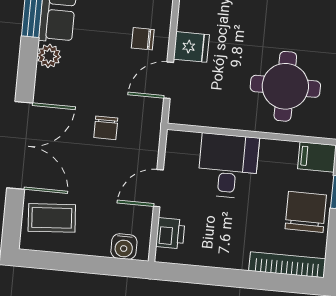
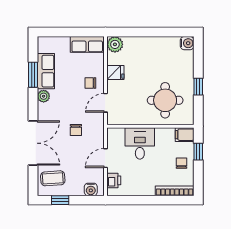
fridge: (191, 47) -> (115, 72), moved
chair: (306, 212) -> (181, 163), width x0.54, depth x0.54
window: (62, 262) -> (60, 200), added

